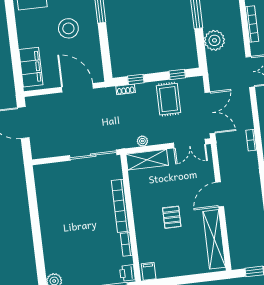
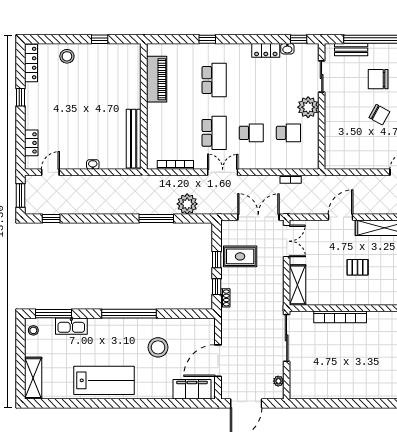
window: (177, 74) -> (217, 260), moved
door: (77, 88) -> (218, 361), moved
plant: (142, 141) -> (278, 381), moved
door: (220, 194) -> (341, 217), swing flipped
bookcase: (126, 244) -> (379, 316), removed

